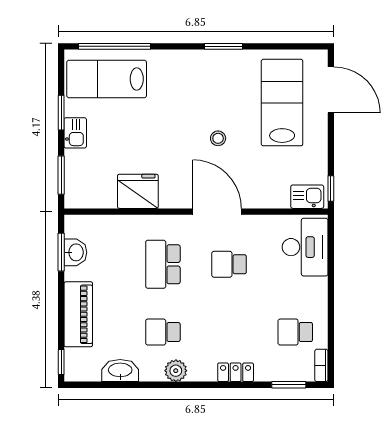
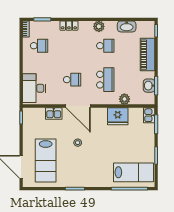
kitchen sink: (75, 133) -> (149, 115), moved
kitchen sink: (307, 197) -> (54, 113), moved
plant: (124, 225) -> (124, 99), added

